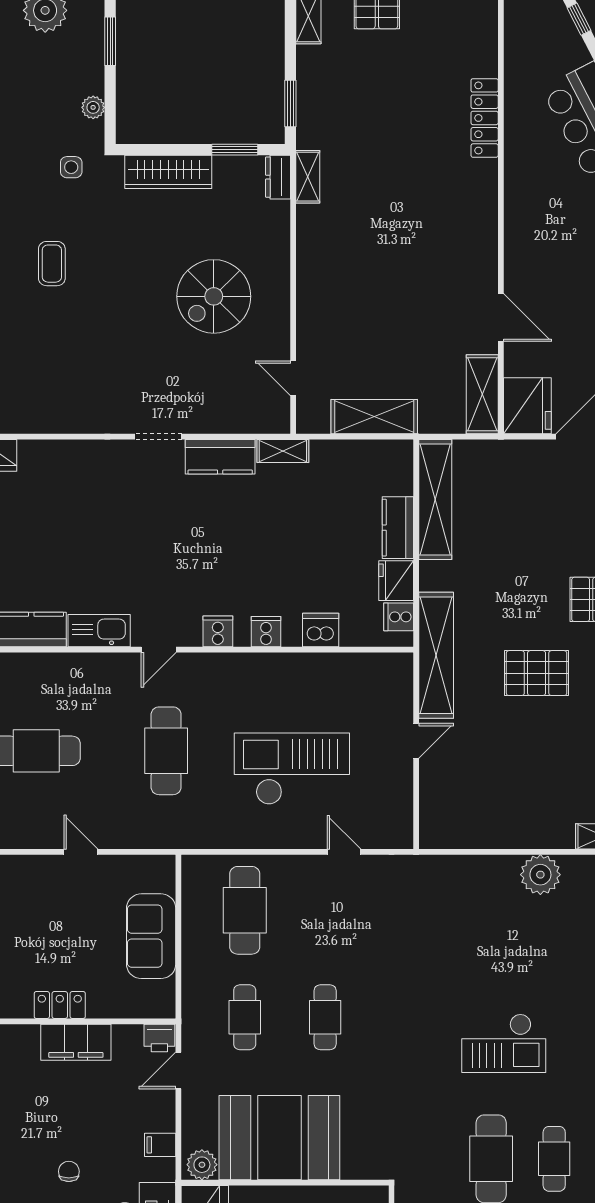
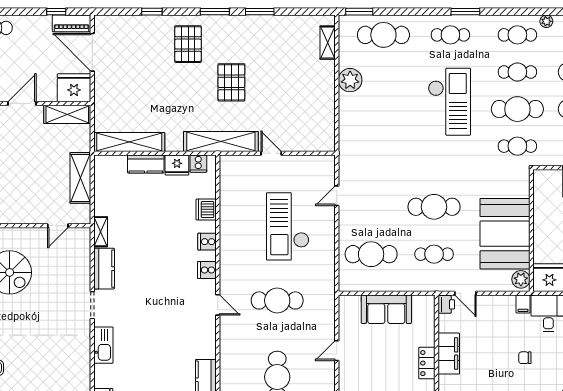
kitchen sink: (99, 631) -> (103, 345), moved, turned 180
cafe table: (325, 1017) -> (434, 207), width x1.37, depth x1.35
checkout: (504, 1043) -> (449, 102), width x1.36, depth x1.21
filing cabinet: (160, 1145) -> (523, 304), moved
cafe table: (428, 1159) -> (517, 146), added

